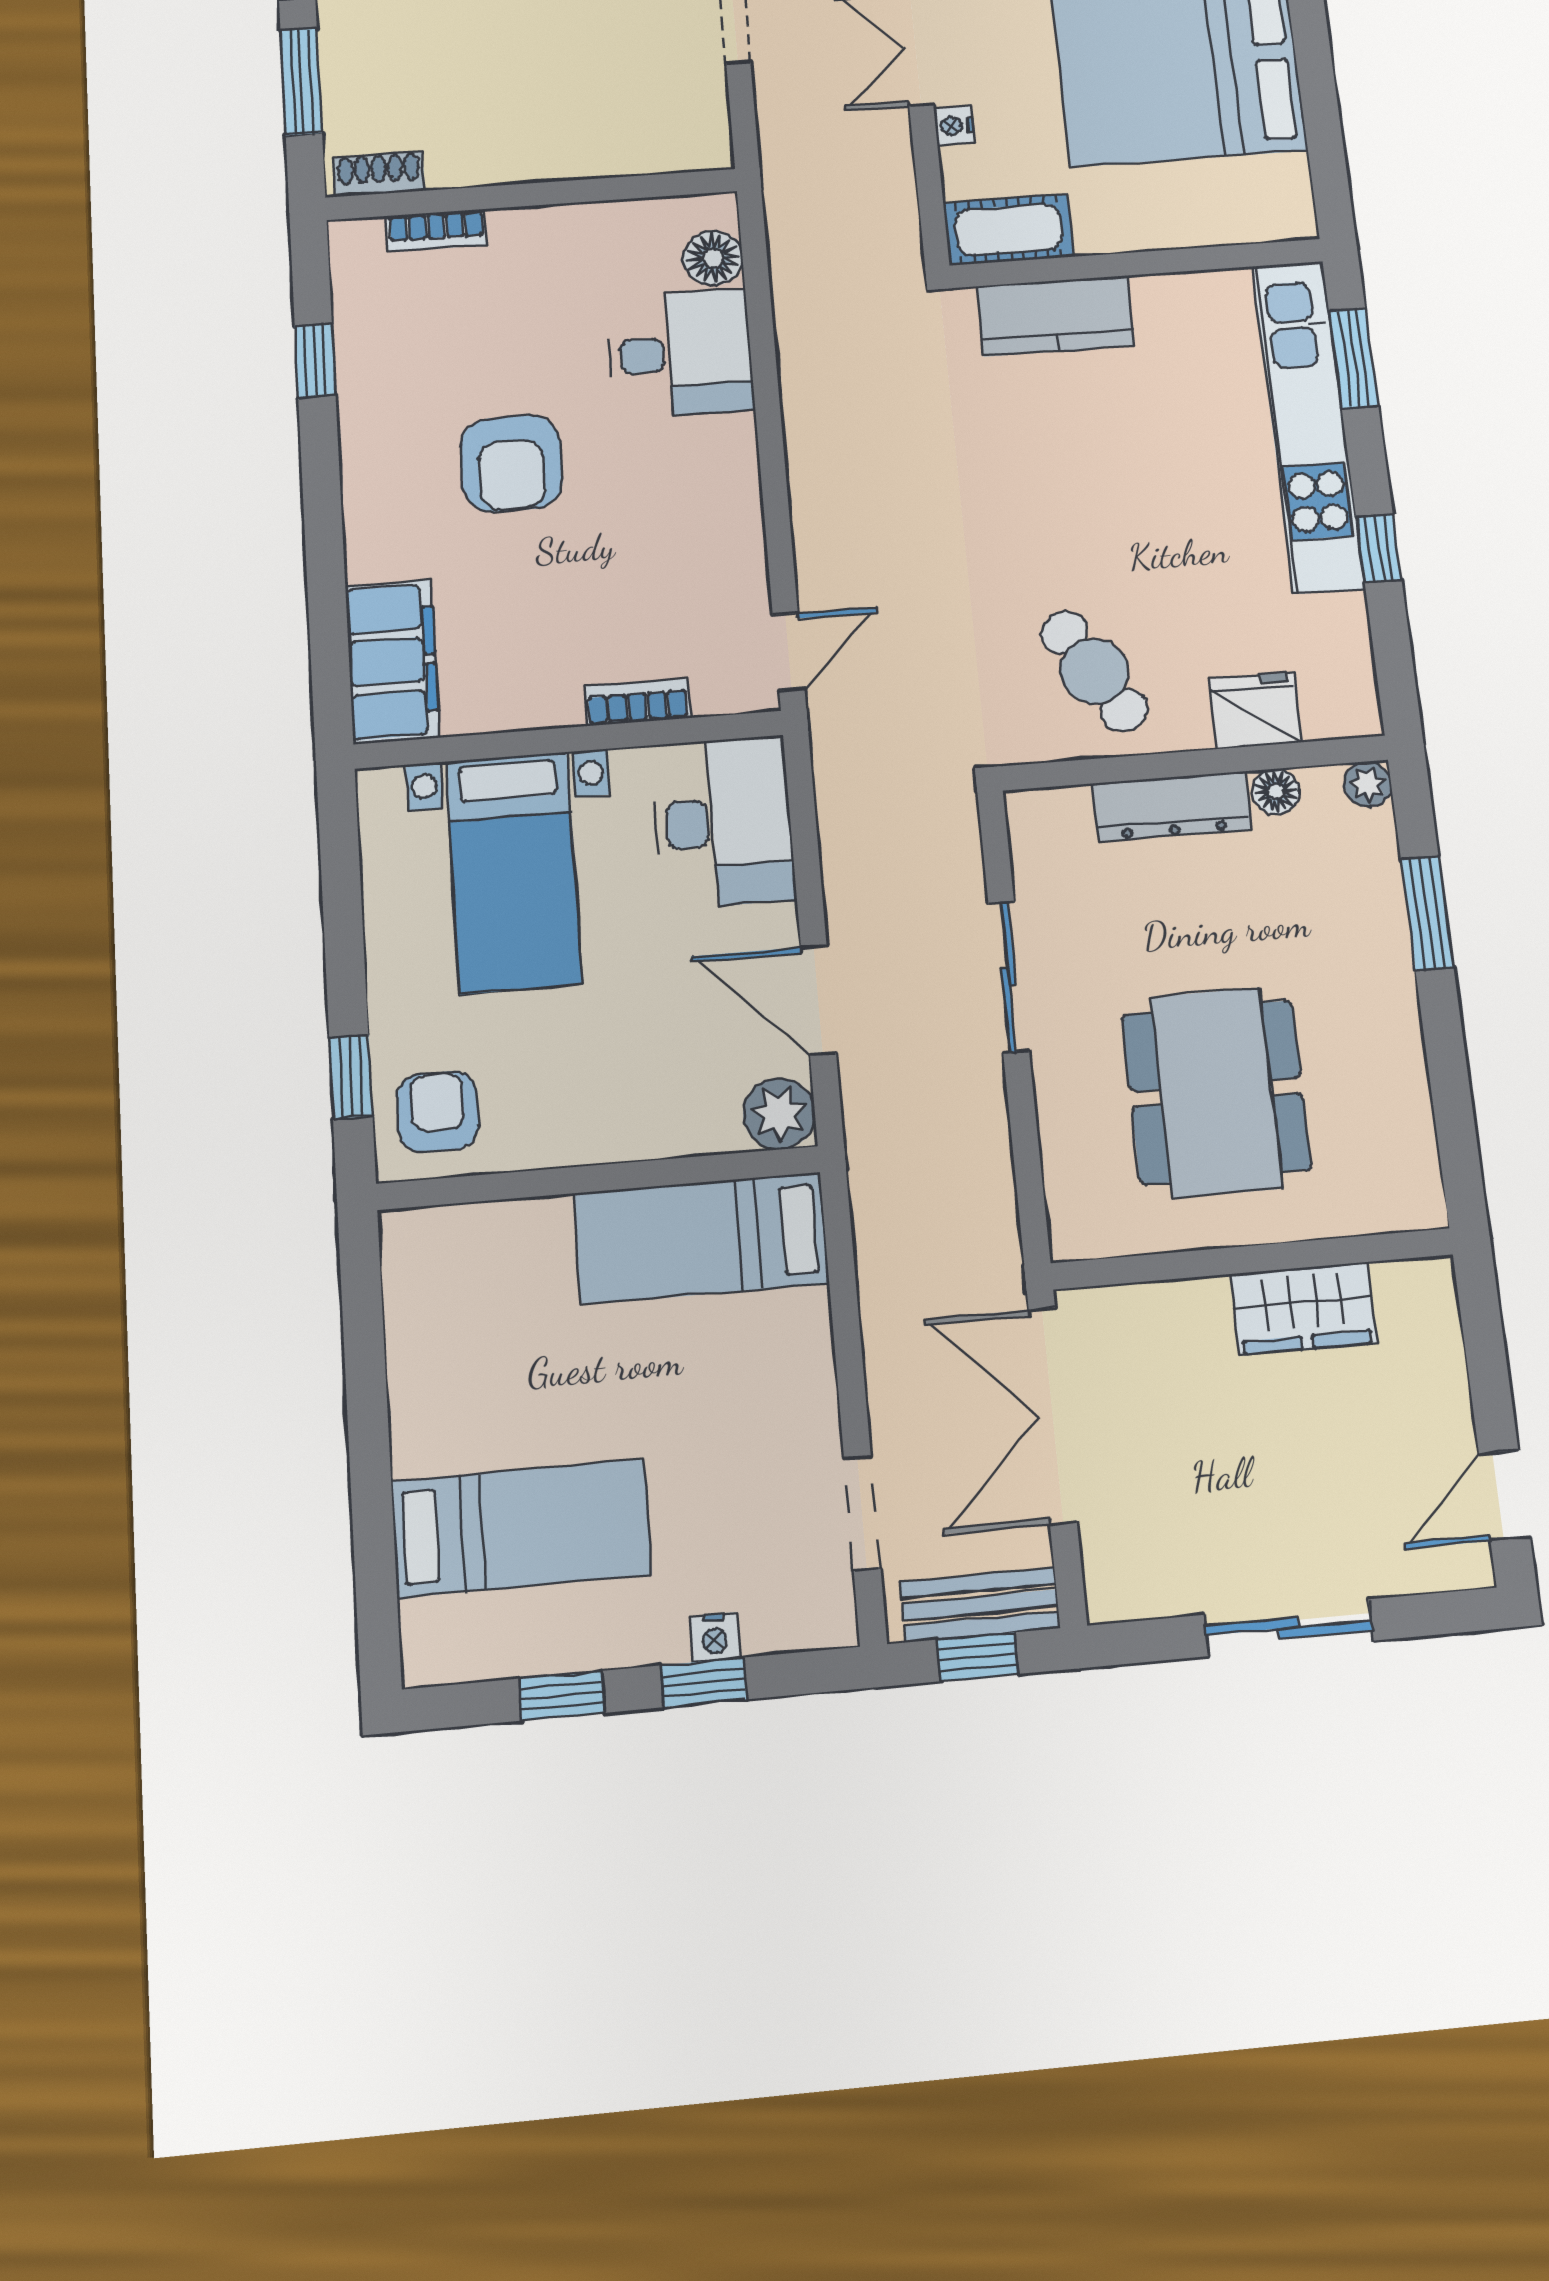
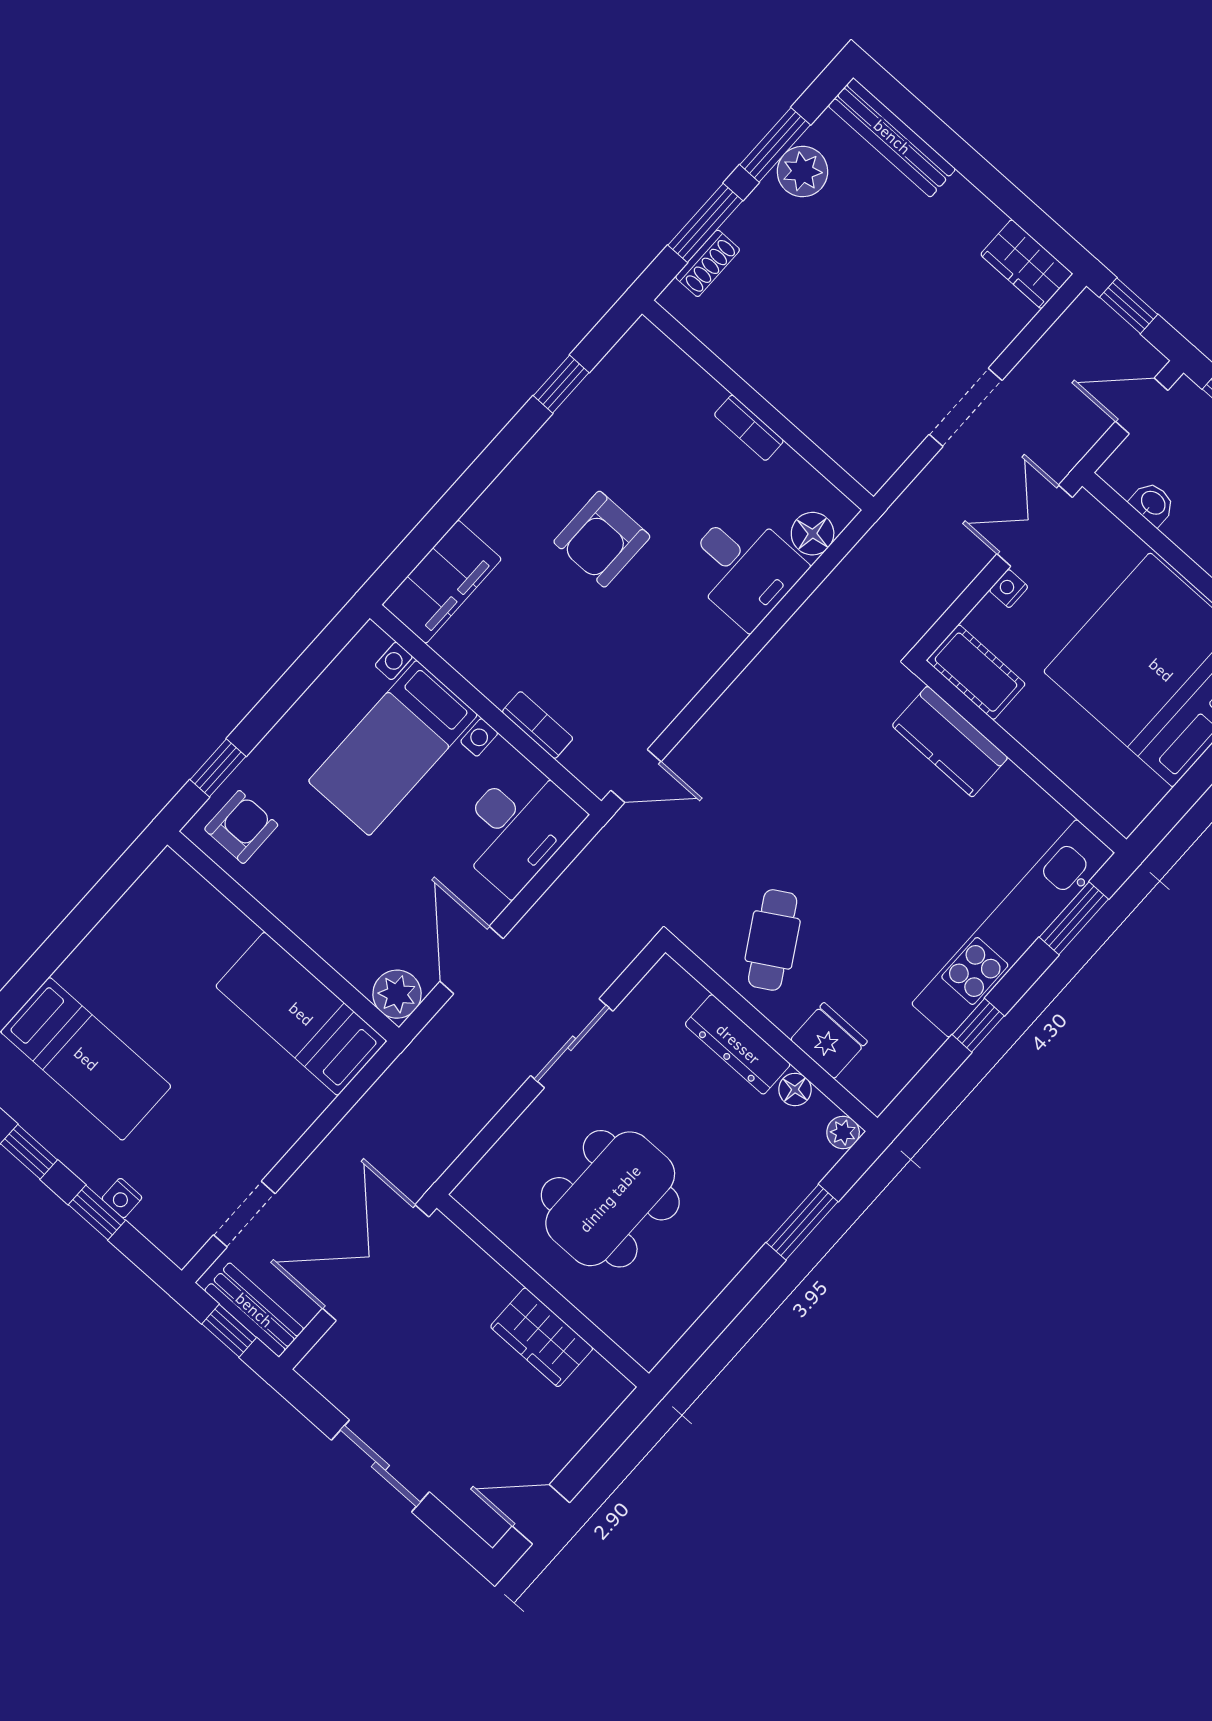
shoe rack: (379, 174) -> (708, 263), moved, turned 90
bookcase: (436, 231) -> (749, 428), moved

